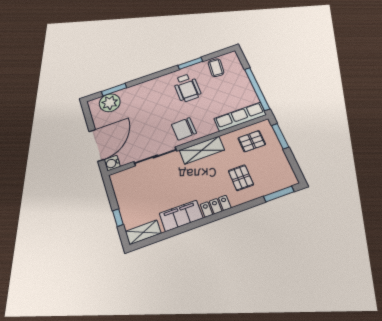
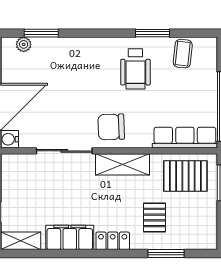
plant: (110, 103) -> (24, 44), width x0.53, depth x0.53
pallet: (252, 141) -> (185, 176), width x1.50, depth x1.42
window: (279, 194) -> (166, 254), moved

